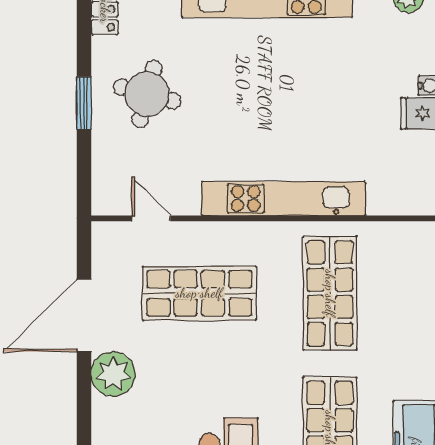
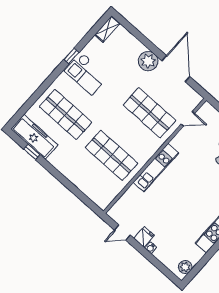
kitchen unit: (283, 199) -> (156, 168), width x0.73
shop shelf: (199, 293) -> (149, 113), turned 90

